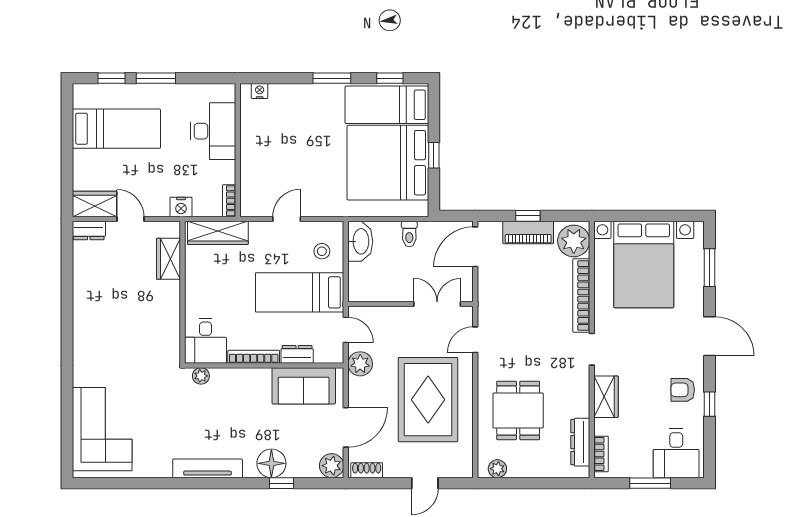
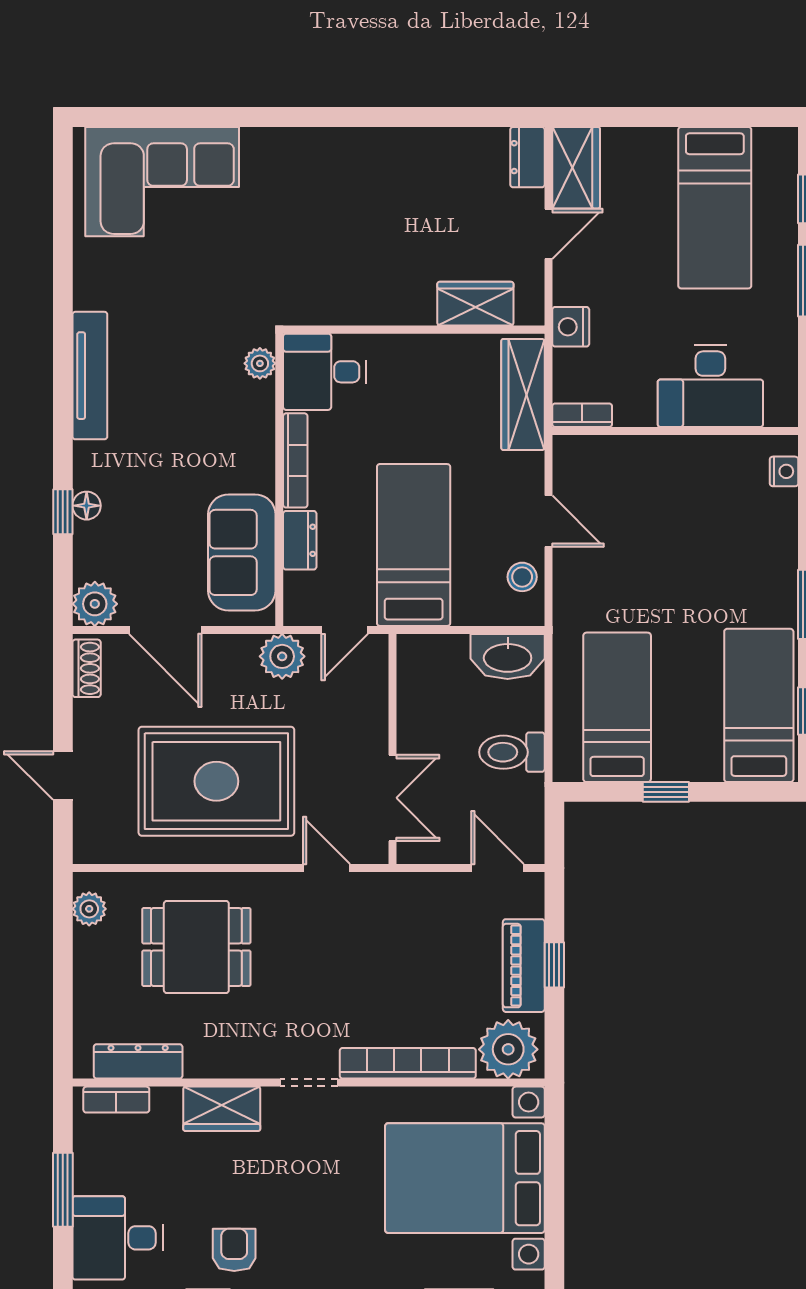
bed: (388, 163) -> (617, 707), width x0.49
toilet: (409, 234) -> (512, 752), width x1.37, depth x1.39
door: (475, 247) -> (498, 868), width x0.73
stool: (322, 251) -> (522, 577), moved
floor lamp: (271, 463) -> (87, 506), width x0.53, depth x0.53

